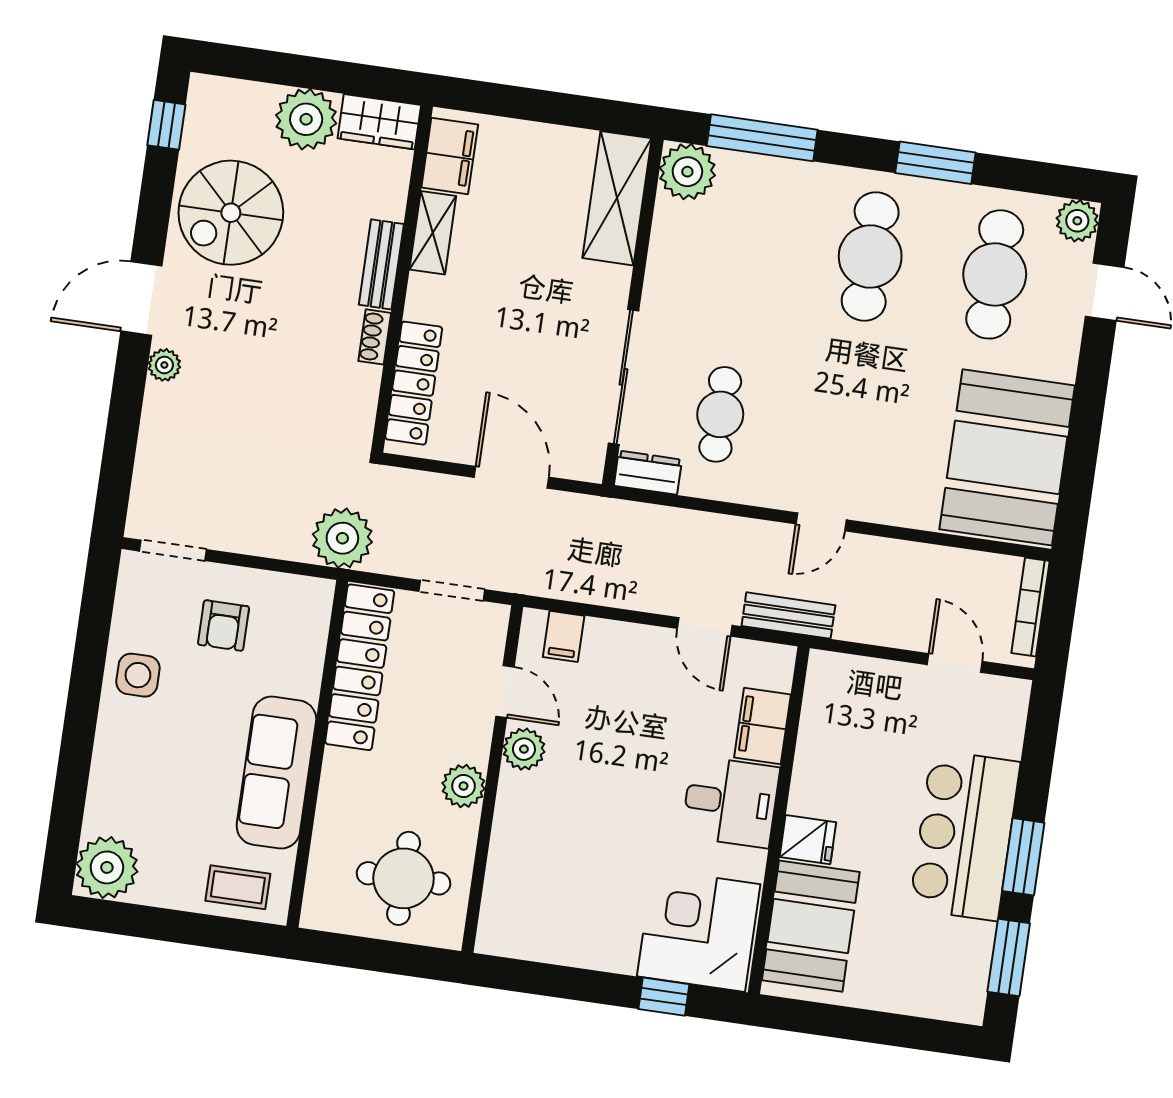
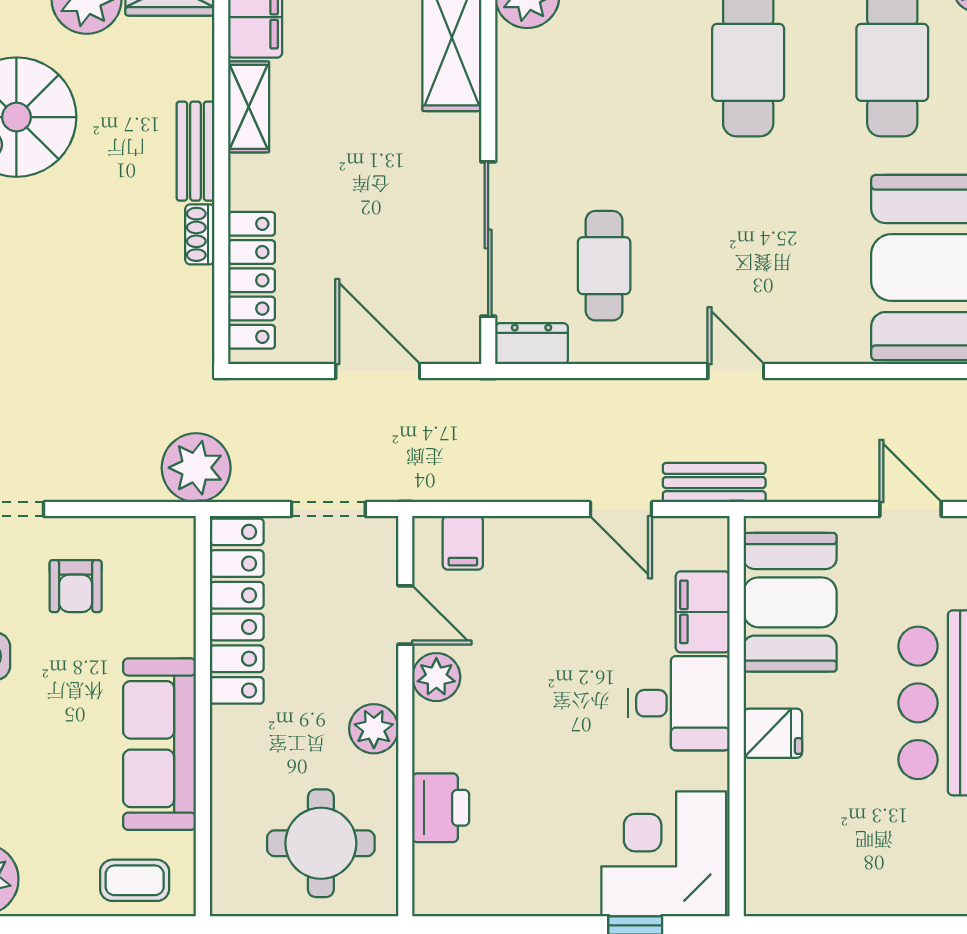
door: (821, 522) -> (736, 371), swing flipped
printer: (512, 863) -> (441, 808), added
booth: (811, 926) -> (790, 602), moved

